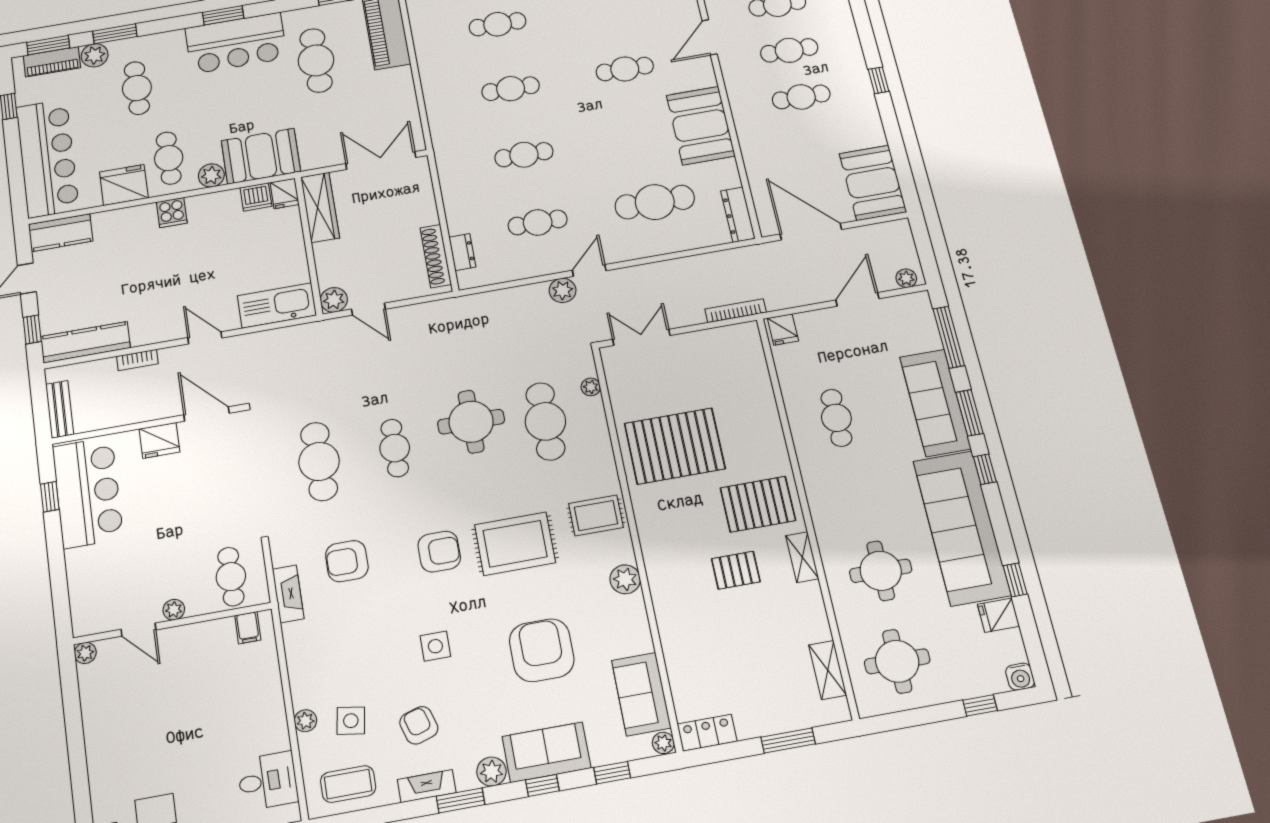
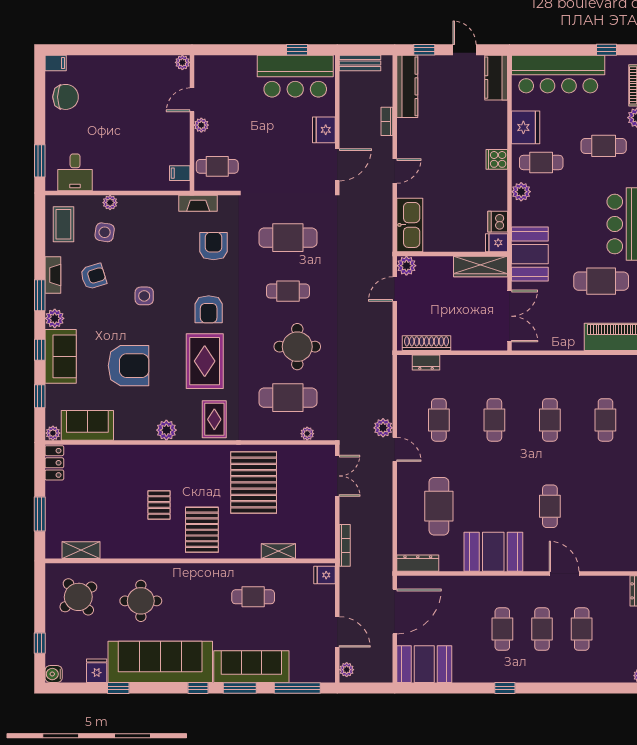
booth: (261, 156) -> (530, 254), moved
shelving: (802, 557) -> (278, 551), moved
round table: (897, 661) -> (78, 597), turned -37

